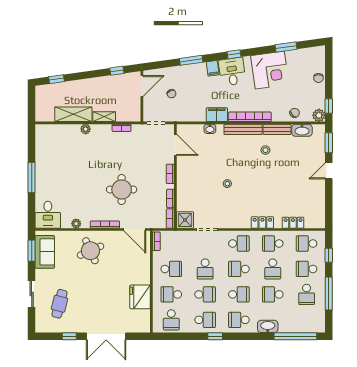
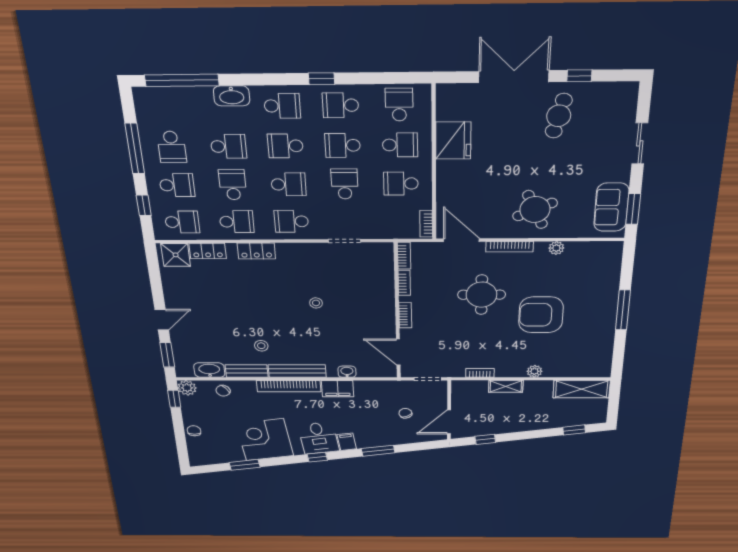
shelving: (73, 114) -> (582, 389), moved
armchair: (83, 174) -> (541, 315), added
desk: (48, 215) -> (602, 260), removed
shower: (185, 220) -> (176, 255), moved
school desk: (307, 294) -> (172, 147), turned 180
cafe table: (59, 304) -> (559, 116), moved

